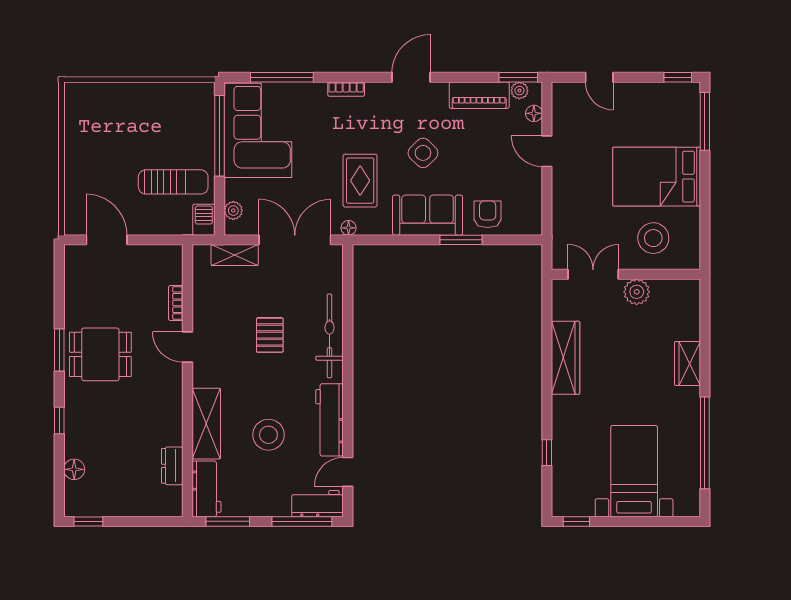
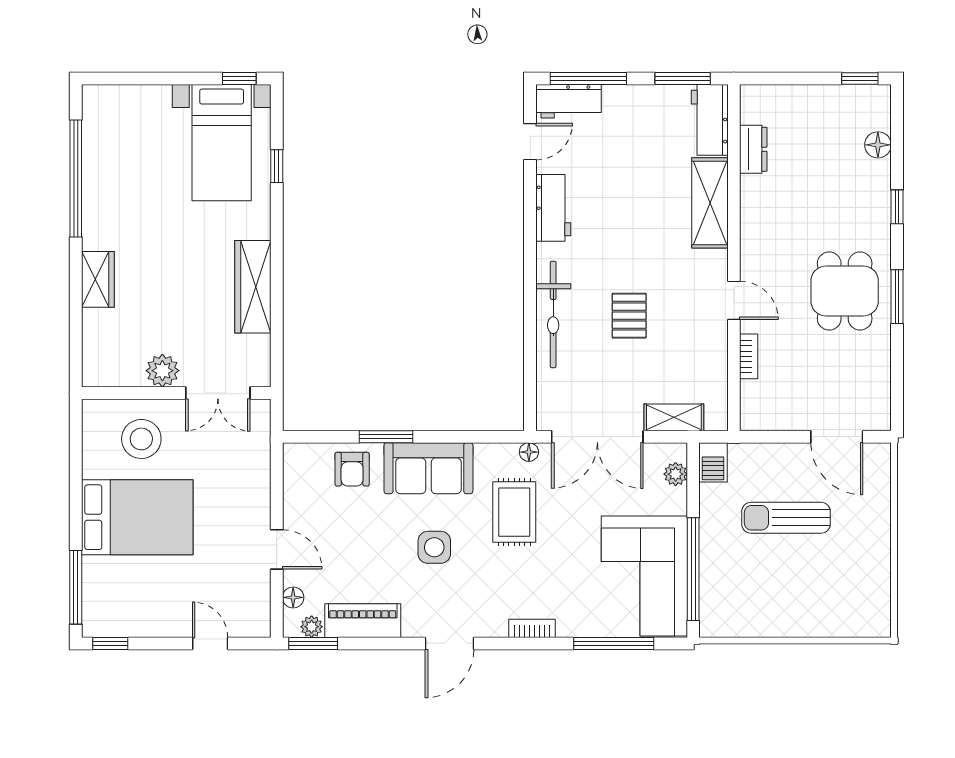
side table: (423, 153) -> (434, 547), turned 45
sun lounger: (173, 182) -> (786, 518), moved
dining table: (100, 354) -> (845, 291), turned 90
workbench: (329, 420) -> (553, 208), width x0.73
stool: (268, 435) -> (631, 189), removed
bed with nightstands: (634, 471) -> (222, 143), moved

